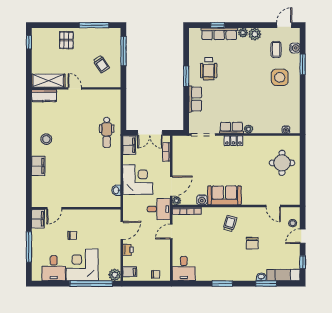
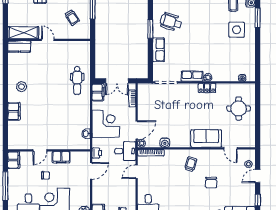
wheelchair: (209, 69) -> (171, 22), turned 108
locker: (233, 141) -> (207, 88), moved
sofa: (224, 195) -> (206, 138), moved
door: (54, 208) -> (40, 150), moved
filing cabinet: (89, 216) -> (61, 157), added
printer: (128, 250) -> (97, 153), moved

